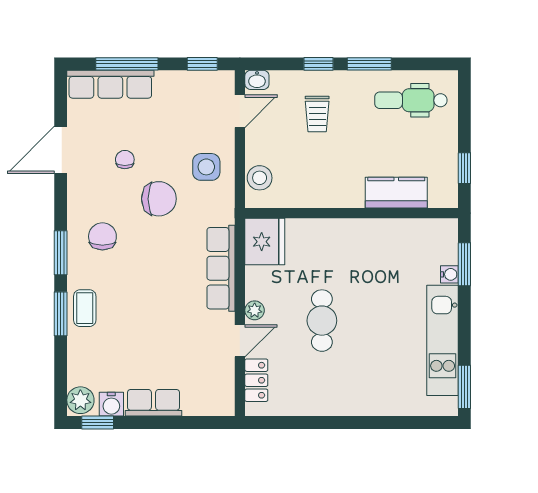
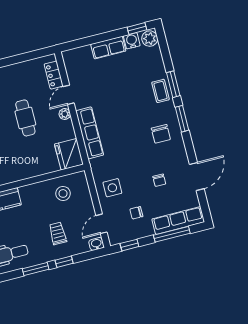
stool: (260, 178) -> (63, 193), moved
chair: (159, 199) -> (136, 213), moved, width x0.54, depth x0.54

